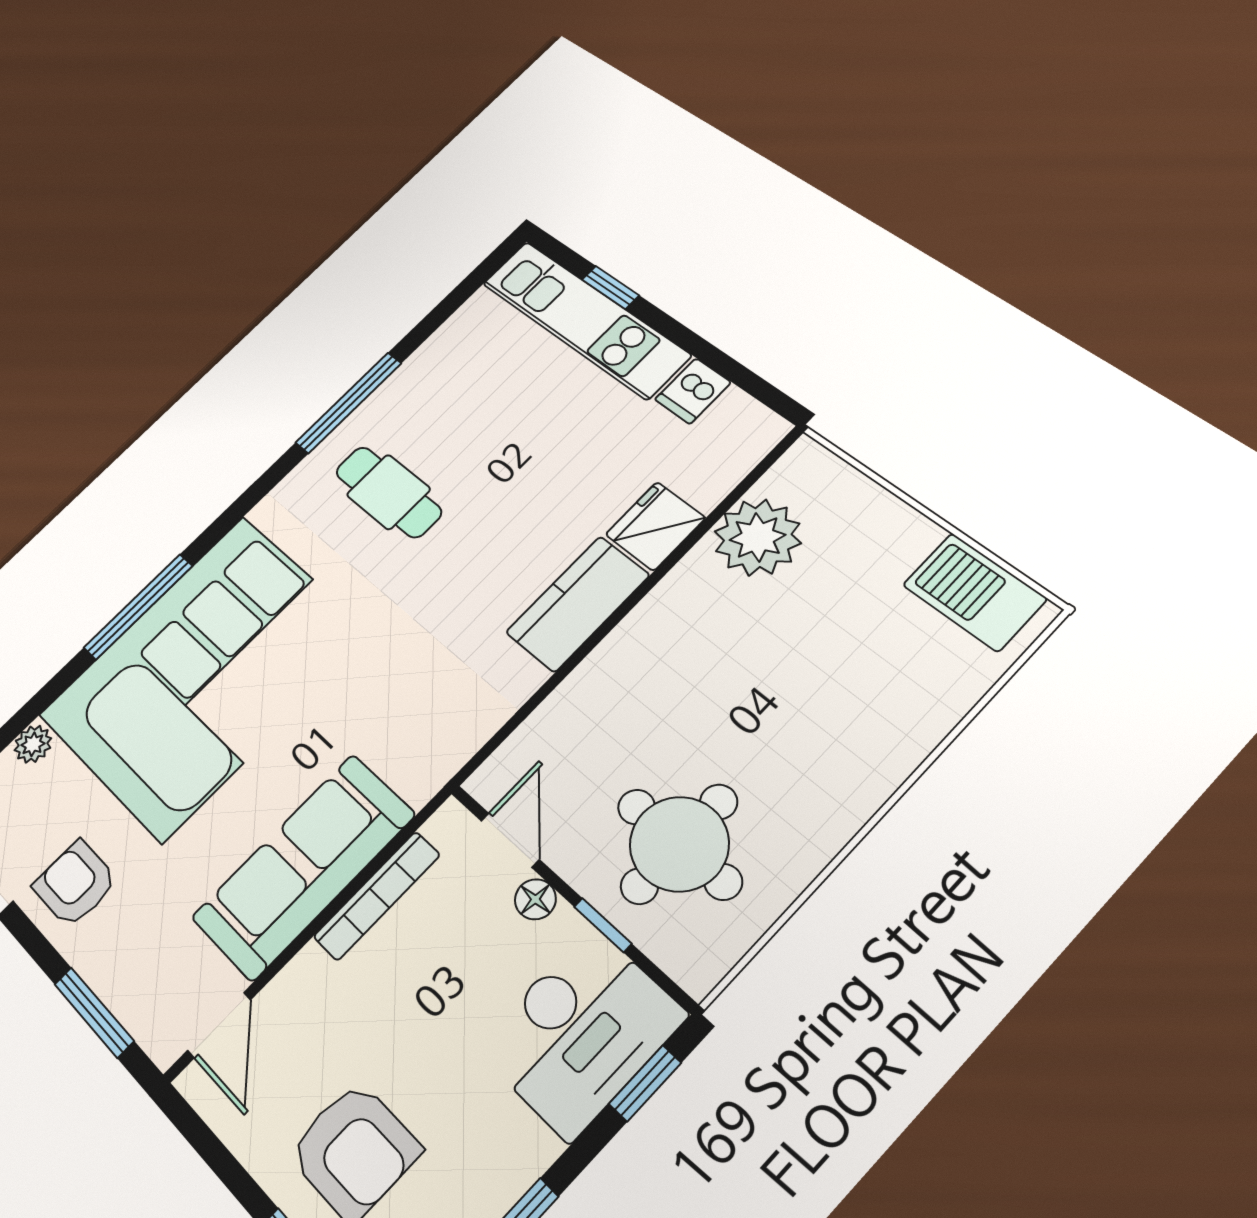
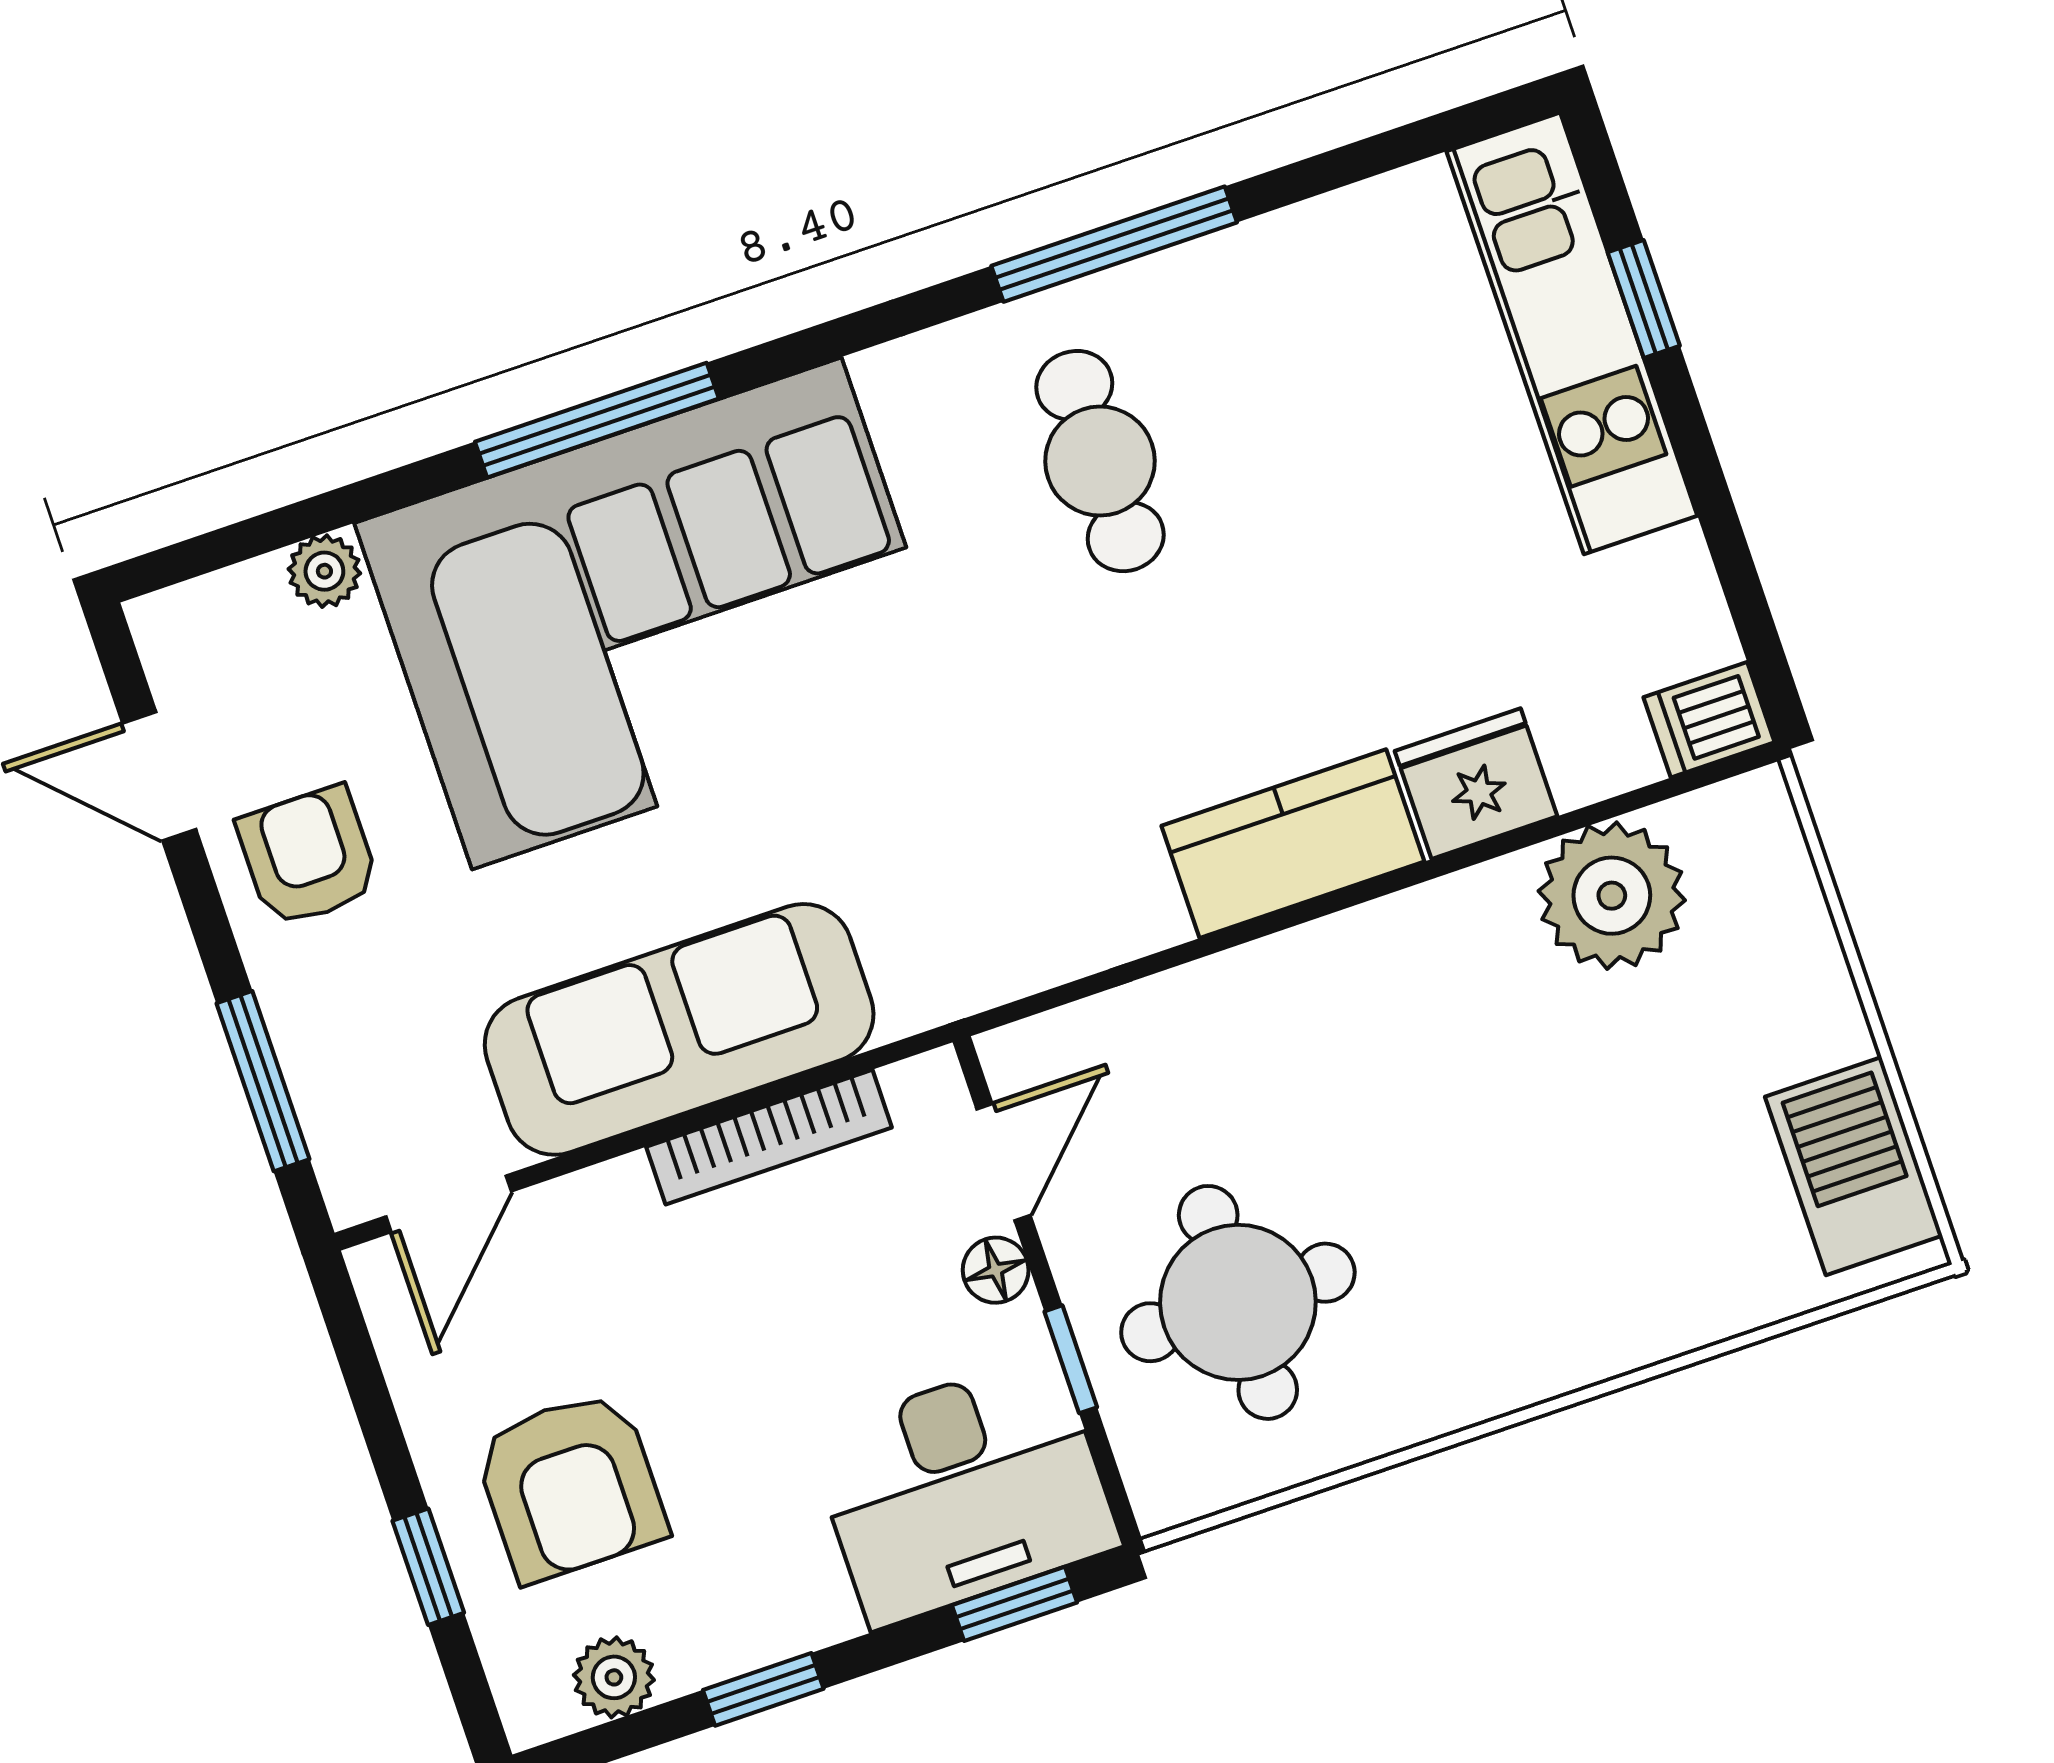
dishwasher: (693, 391) -> (1709, 720), moved

